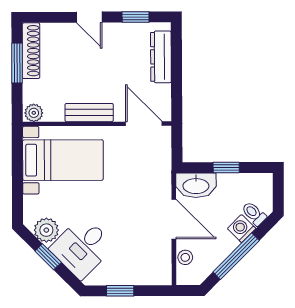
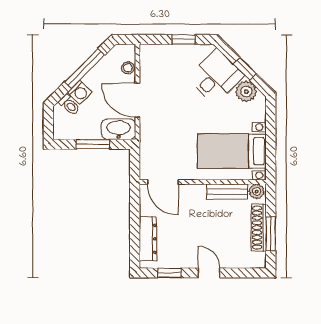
shoe rack: (31, 51) -> (259, 228), moved
bench: (89, 113) -> (227, 192), moved
window: (226, 168) -> (93, 144), width x1.50

